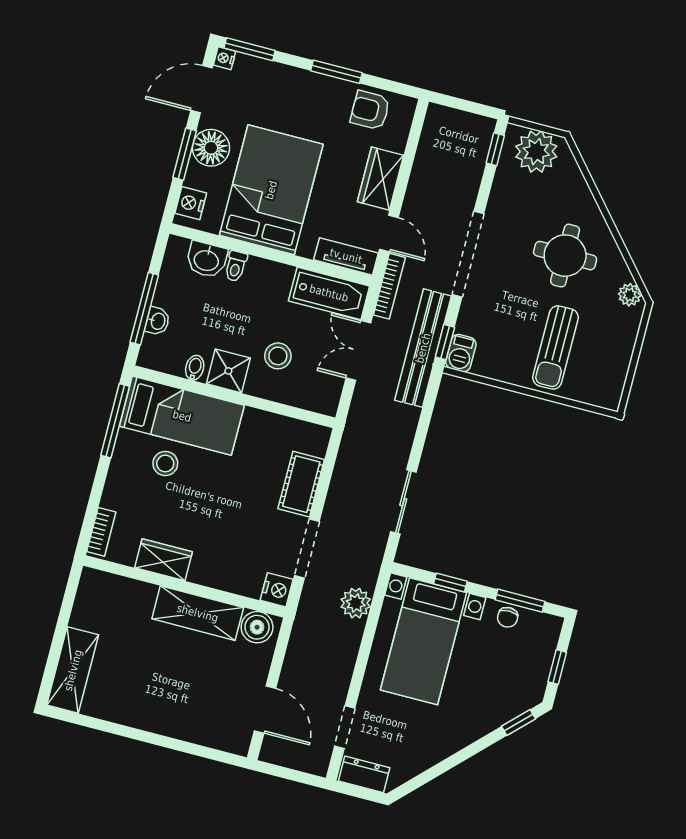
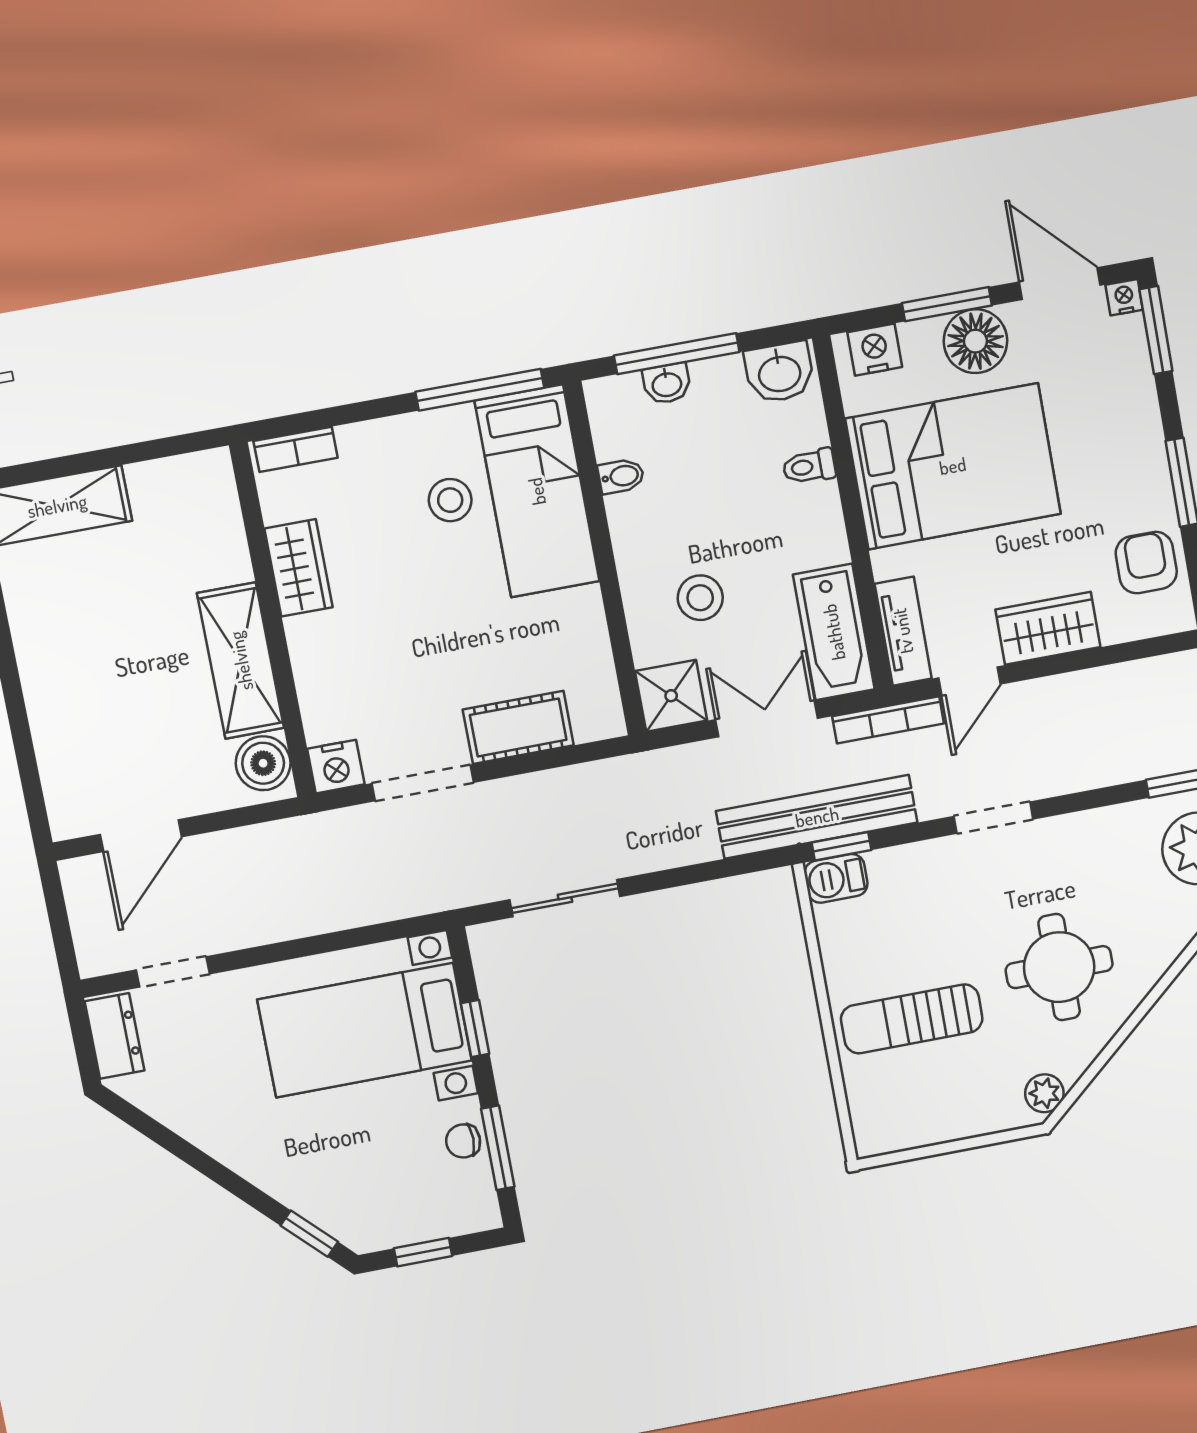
doorway: (468, 254) -> (993, 818), width x0.53
washbasin: (207, 260) -> (779, 372), moved, turned -90
shower: (228, 371) -> (671, 696), moved
plant: (356, 603) -> (374, 898), removed

